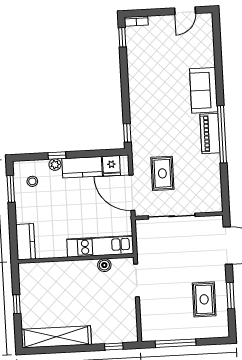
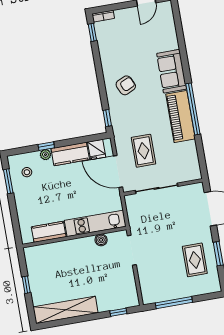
armchair: (152, 100) -> (126, 85), added
piano: (210, 134) -> (180, 117), width x1.37, depth x1.33
kitchen counter: (26, 242) -> (49, 232), moved, turned -90

